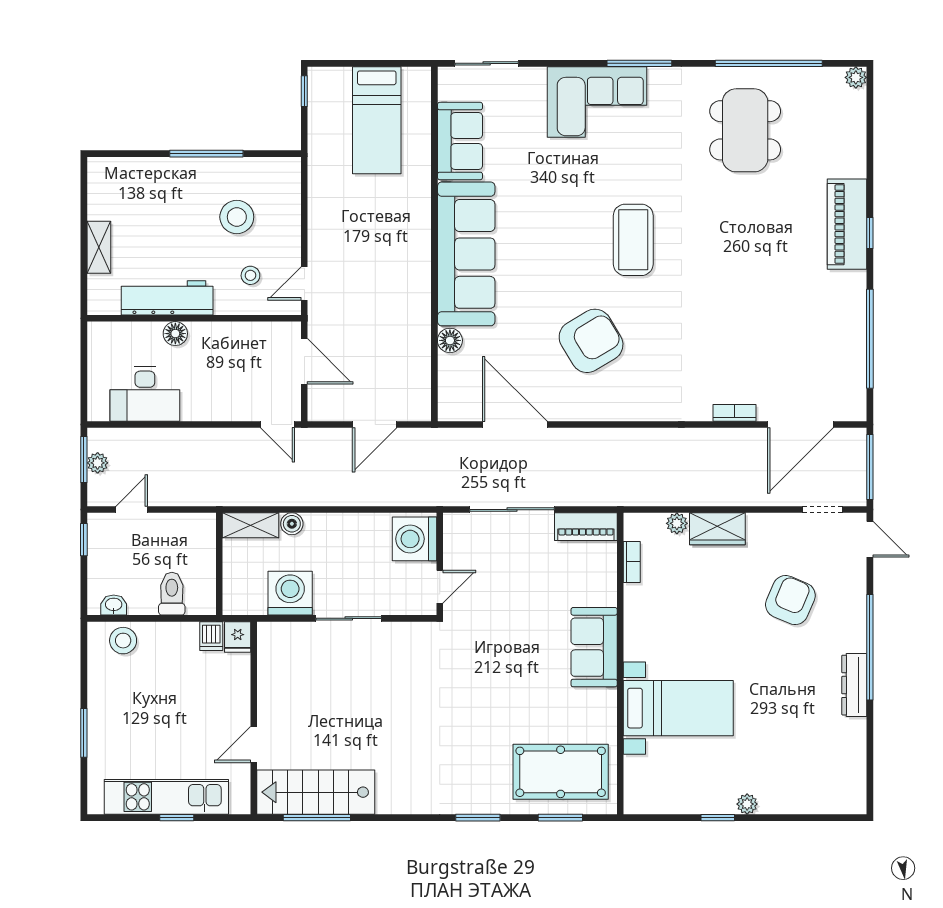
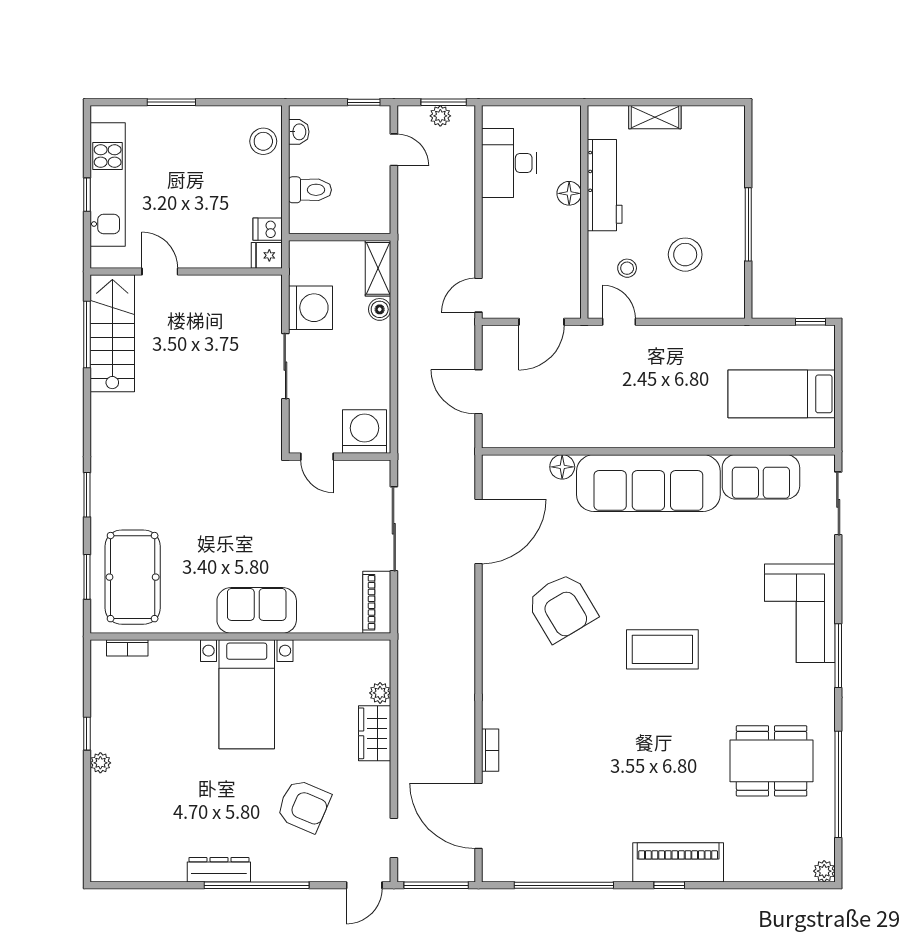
bookcase: (632, 562) -> (127, 648), moved
bed with nightstands: (678, 708) -> (247, 694), moved

